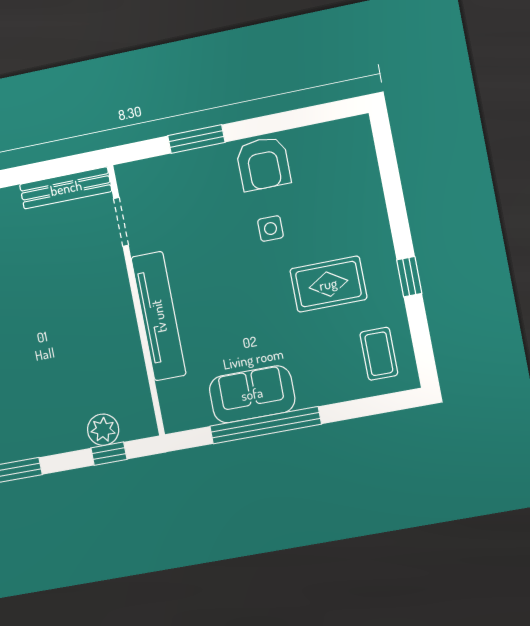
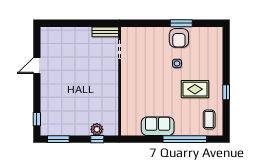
window: (196, 139) -> (181, 23), moved
bench: (66, 188) -> (105, 32), width x0.73
tv unit: (159, 316) -> (127, 89), removed
window: (265, 425) -> (185, 139), moved

